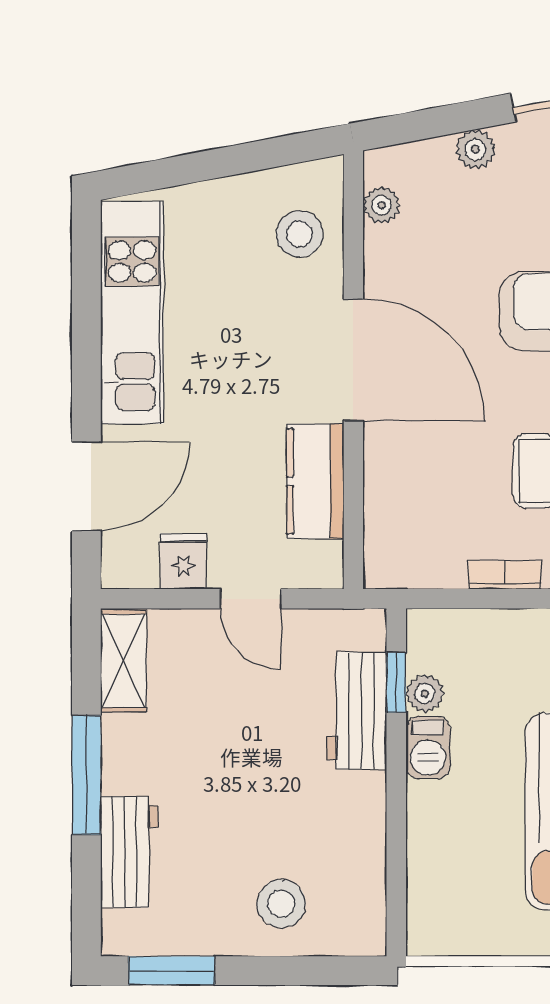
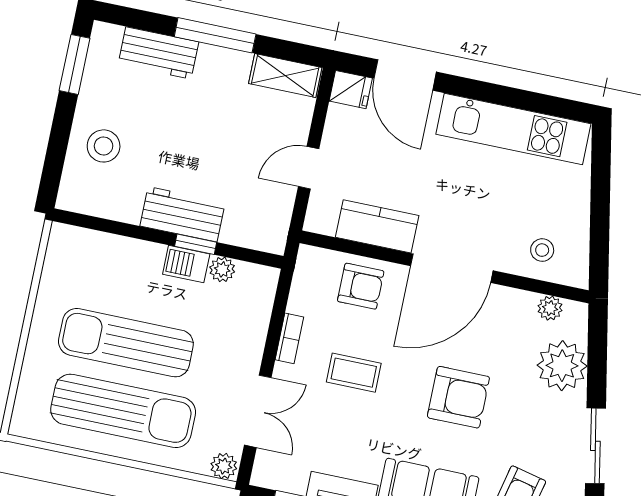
plant: (475, 150) -> (562, 366), width x1.87, depth x1.87
stool: (299, 234) -> (542, 250), width x0.73, depth x0.73
armchair: (407, 487) -> (361, 286), added
fridge: (183, 561) -> (351, 90), moved
window: (396, 682) -> (196, 244), moved
workbench: (357, 711) -> (183, 214), moved

